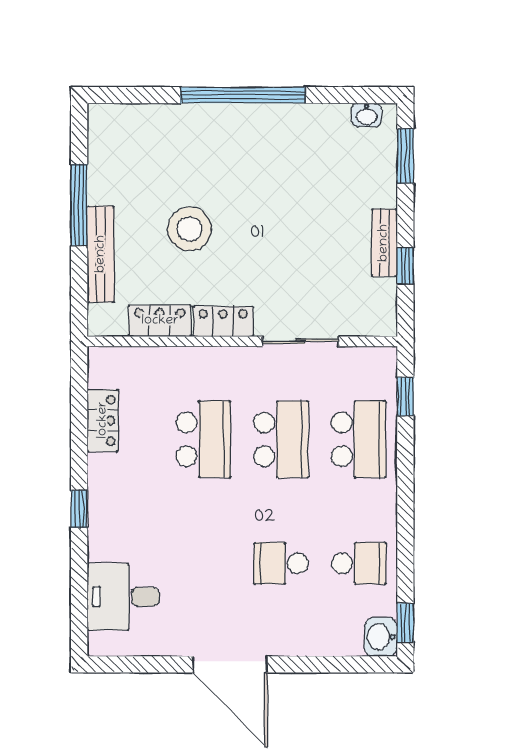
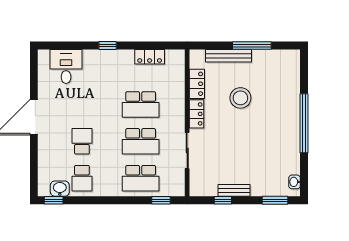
washbasin: (381, 637) -> (60, 189), moved

